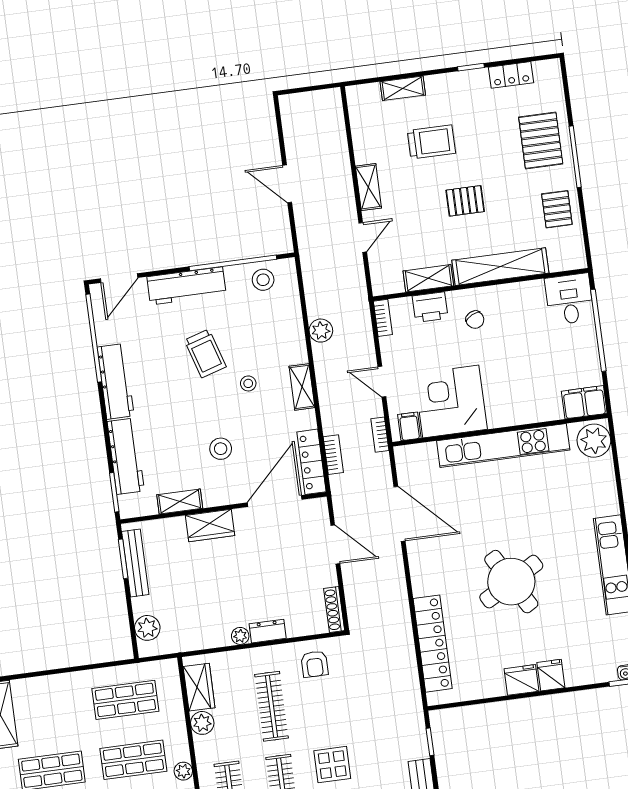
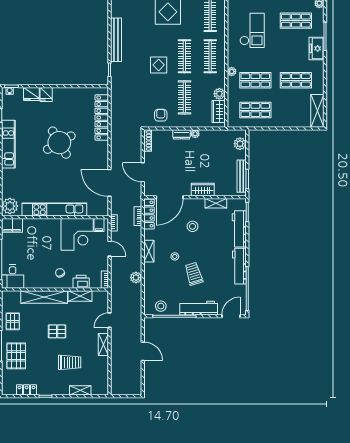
trolley: (431, 142) -> (70, 362), turned 180
fridge: (522, 680) -> (31, 94), moved

